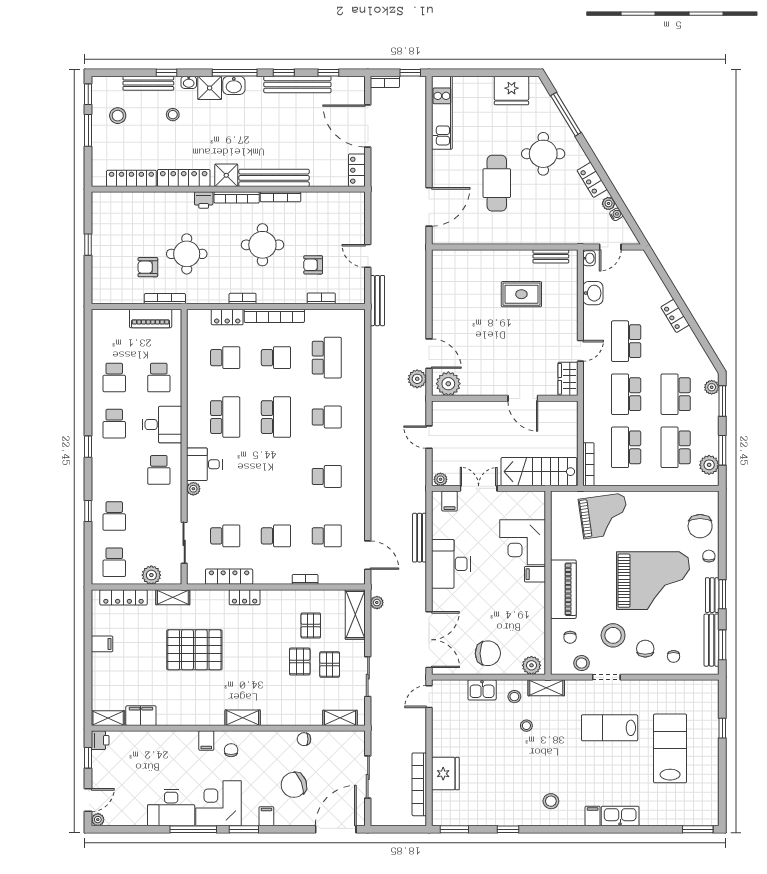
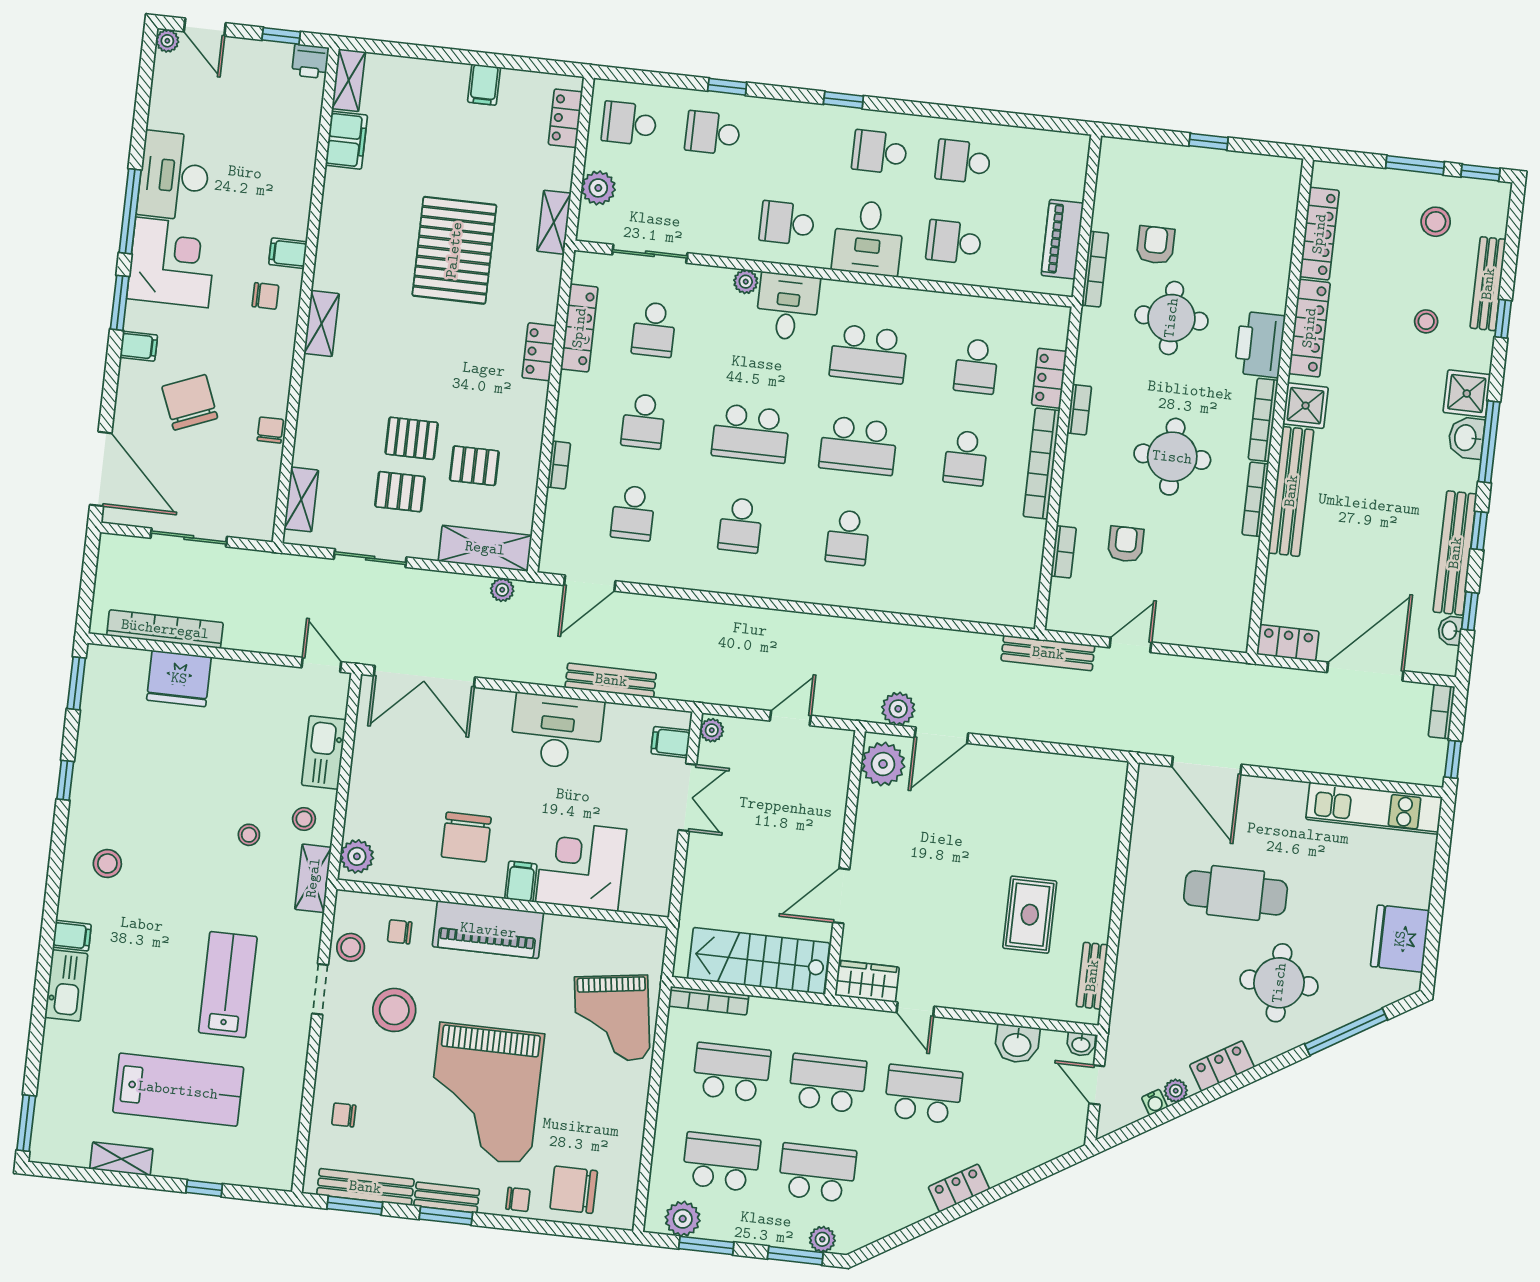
washbasin: (189, 82) -> (1450, 630), moved
printer: (204, 200) -> (1260, 344), width x1.87, depth x1.48
school desk: (327, 358) -> (751, 433), moved
stairs: (539, 472) -> (759, 961), moved, turned -90
locker: (123, 597) -> (565, 118), width x0.66
chair: (645, 649) -> (364, 1065), removed
chair: (488, 653) -> (466, 837), moved
kitchen sink: (482, 690) -> (324, 752), width x1.38
shelving: (711, 775) -> (121, 1159), added

